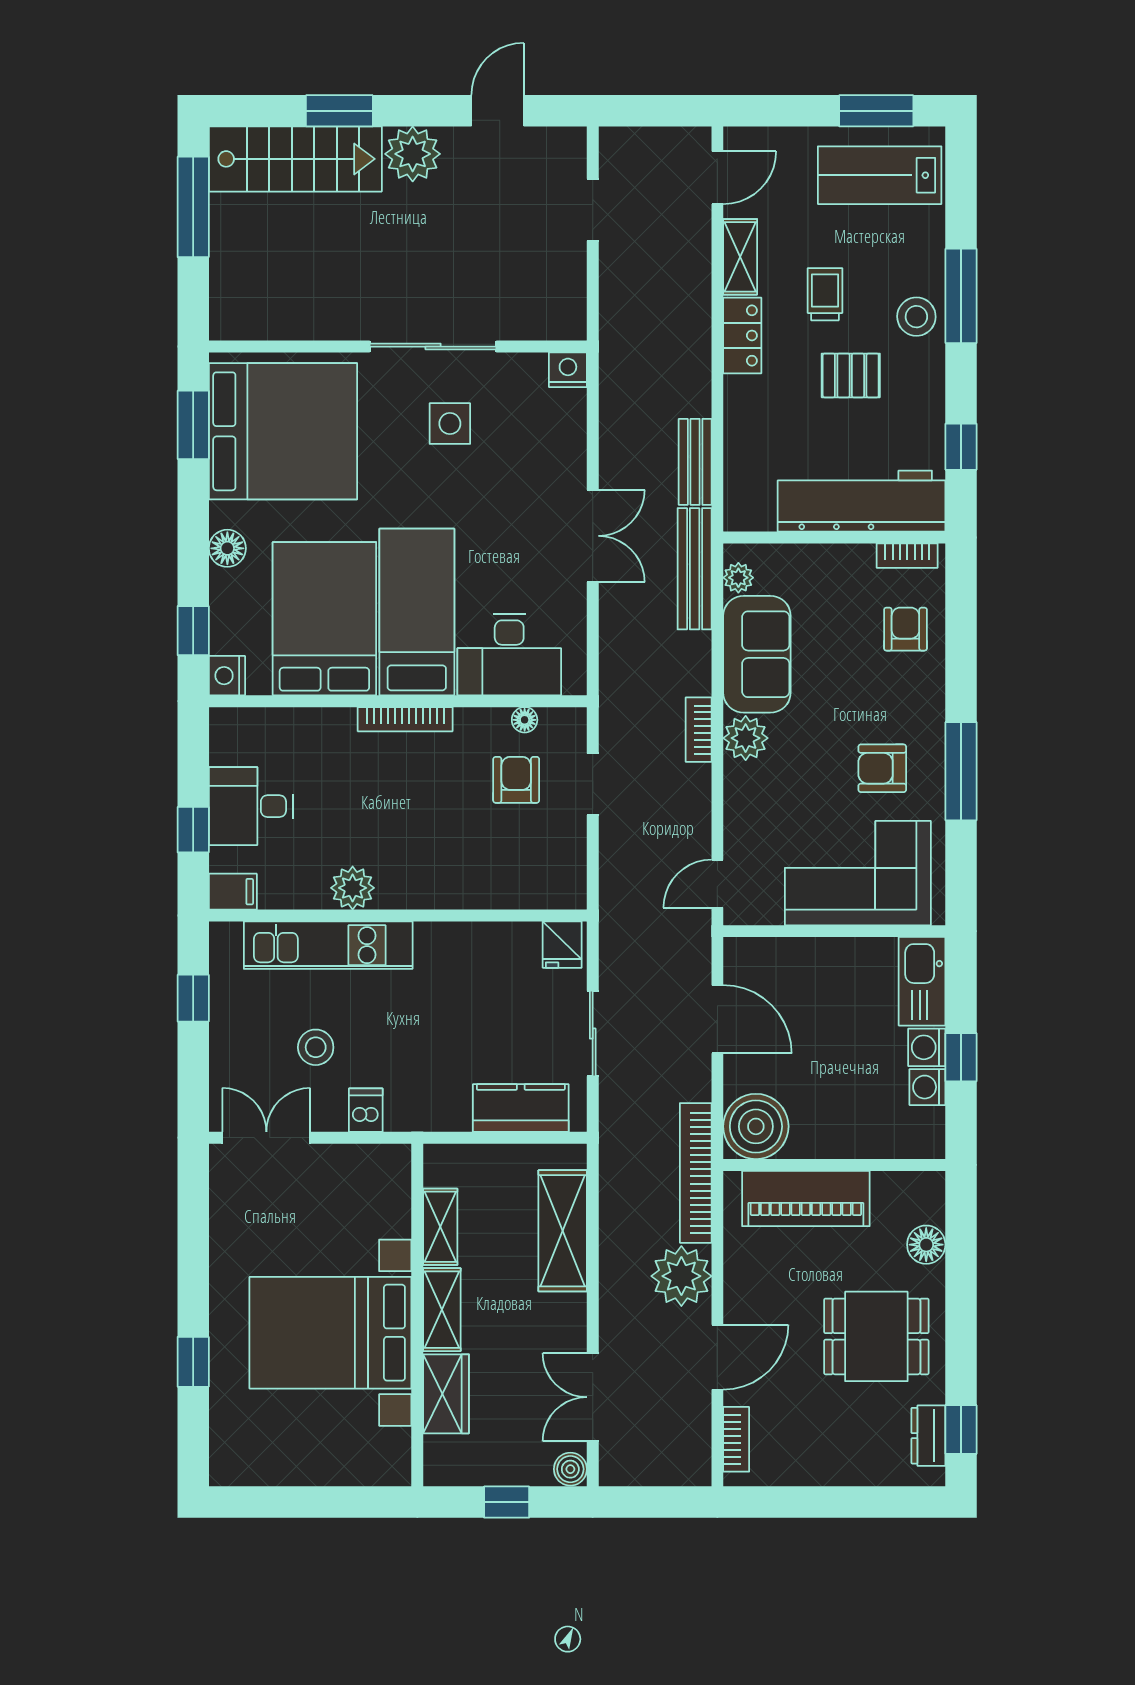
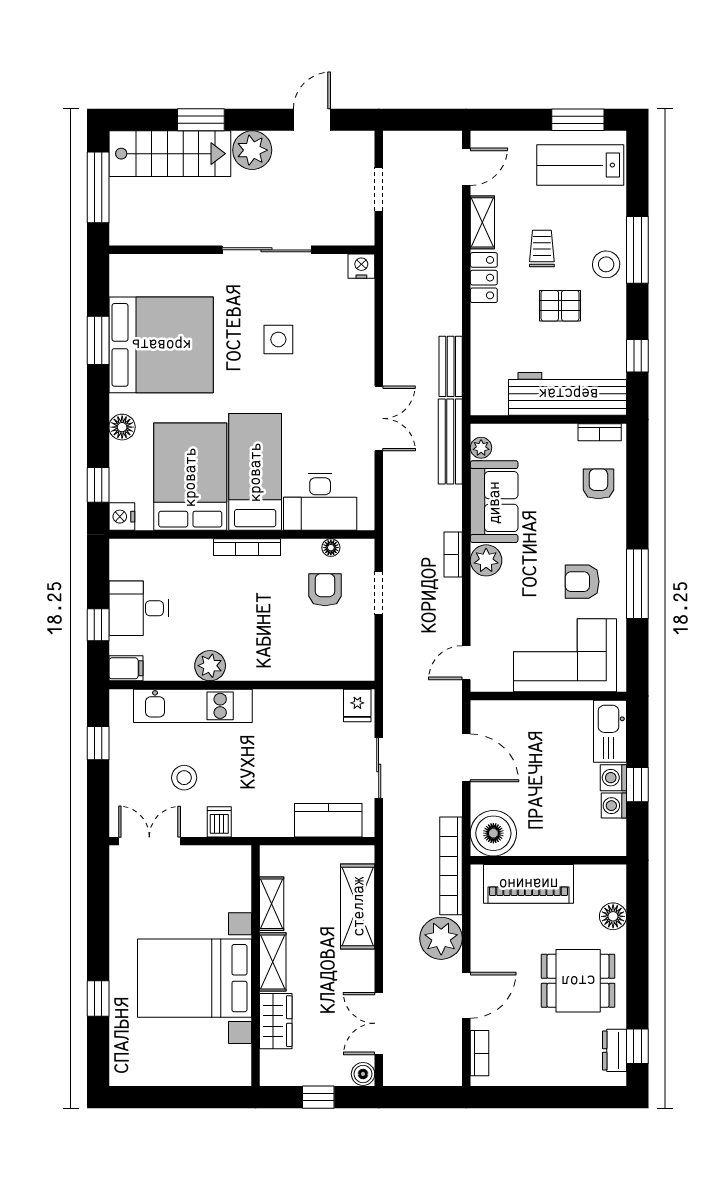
wall: (398, 347) -> (242, 250), moved
sliding door: (433, 347) -> (267, 250), moved
nightstand: (568, 370) -> (361, 266), moved

